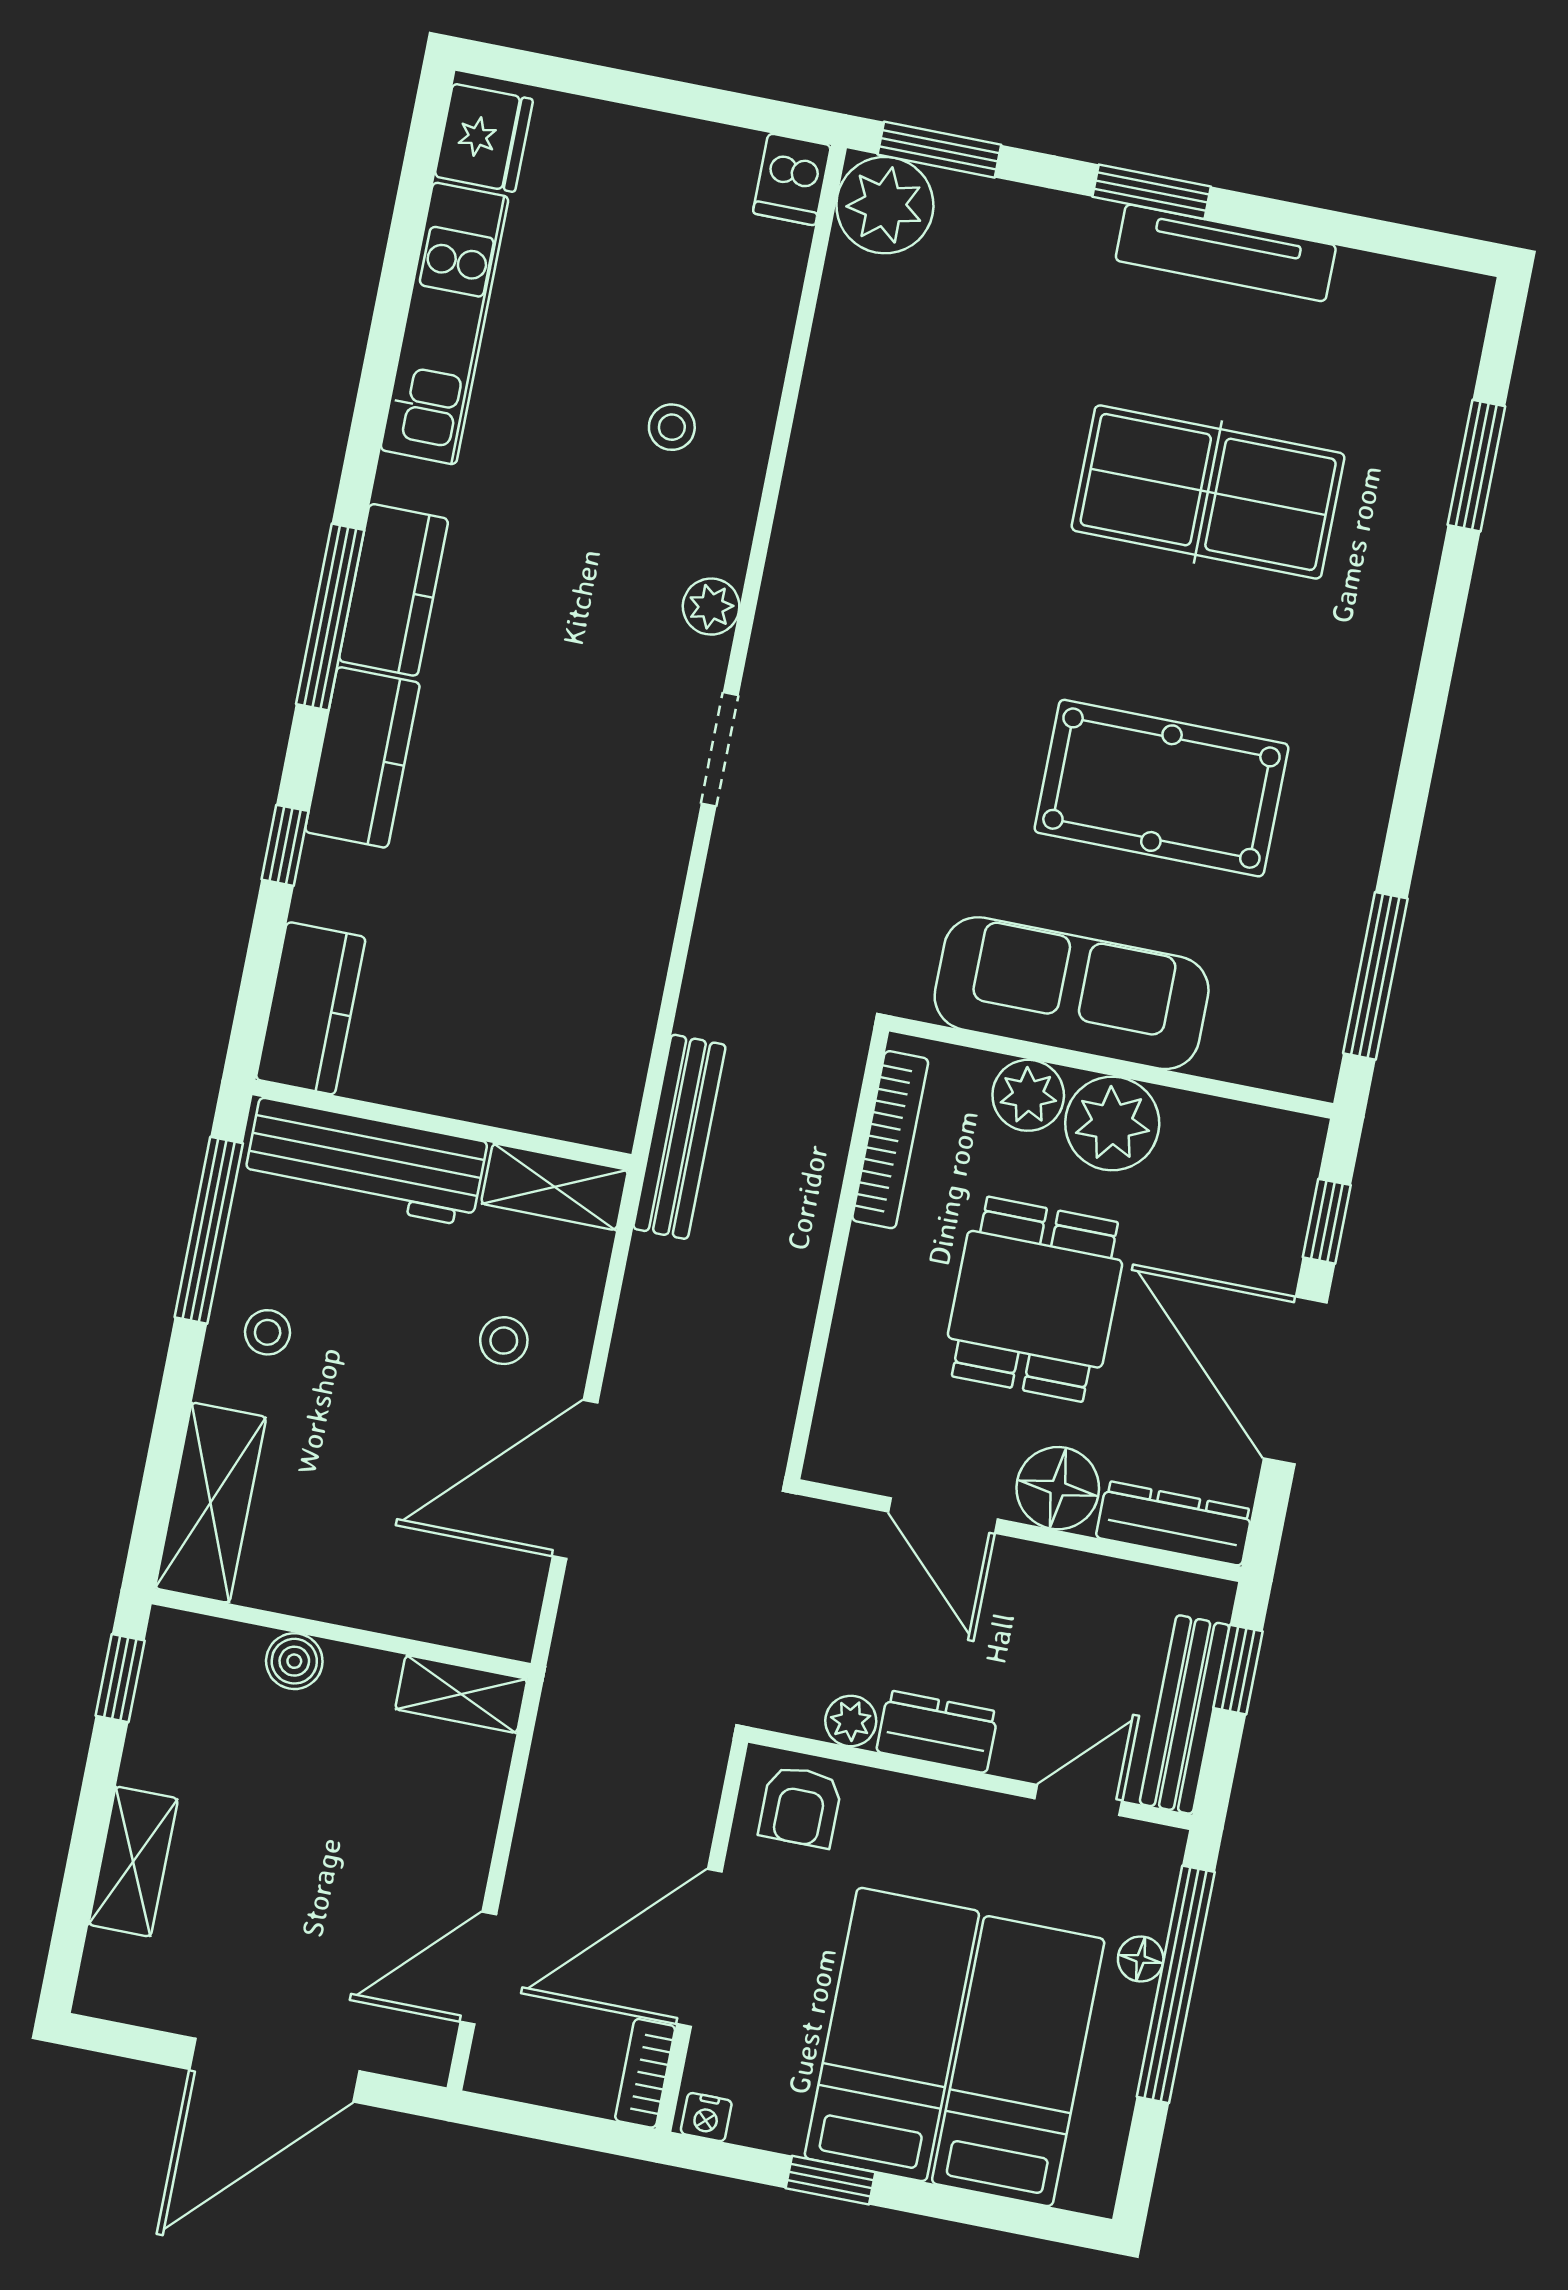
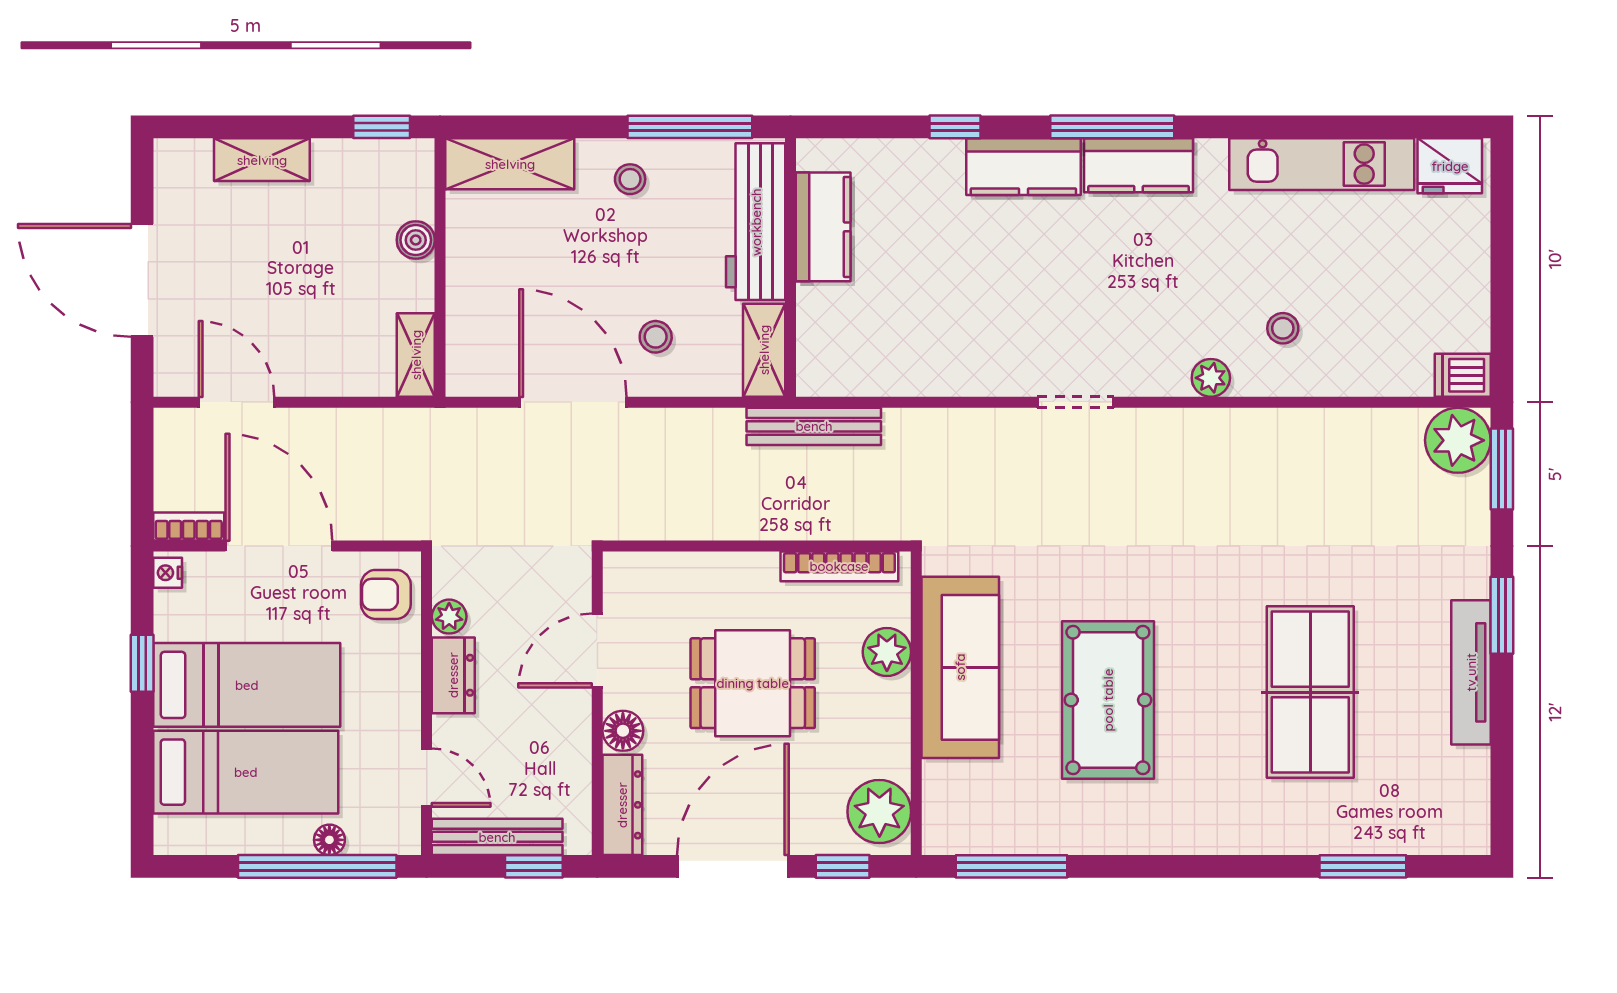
plant: (711, 607) -> (1211, 378), moved
kitchen counter: (311, 1008) -> (823, 227), moved, turned -90
plant: (1112, 1123) -> (879, 812), moved
floor lamp: (1058, 1488) -> (623, 731), width x0.73, depth x0.73

